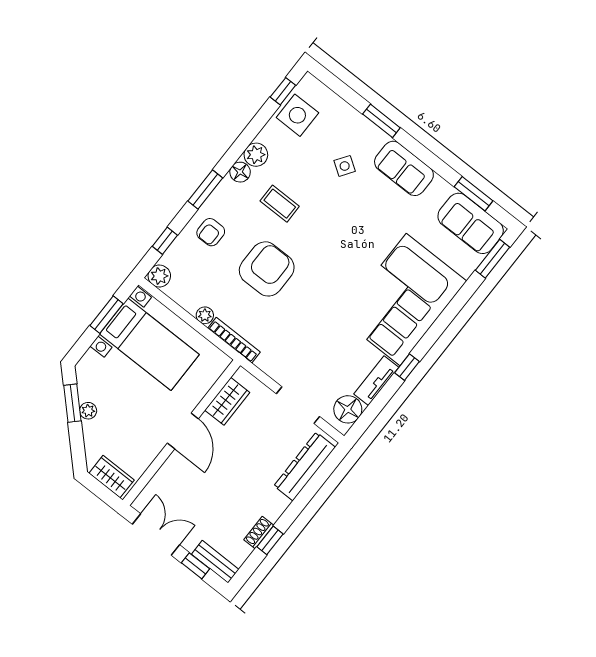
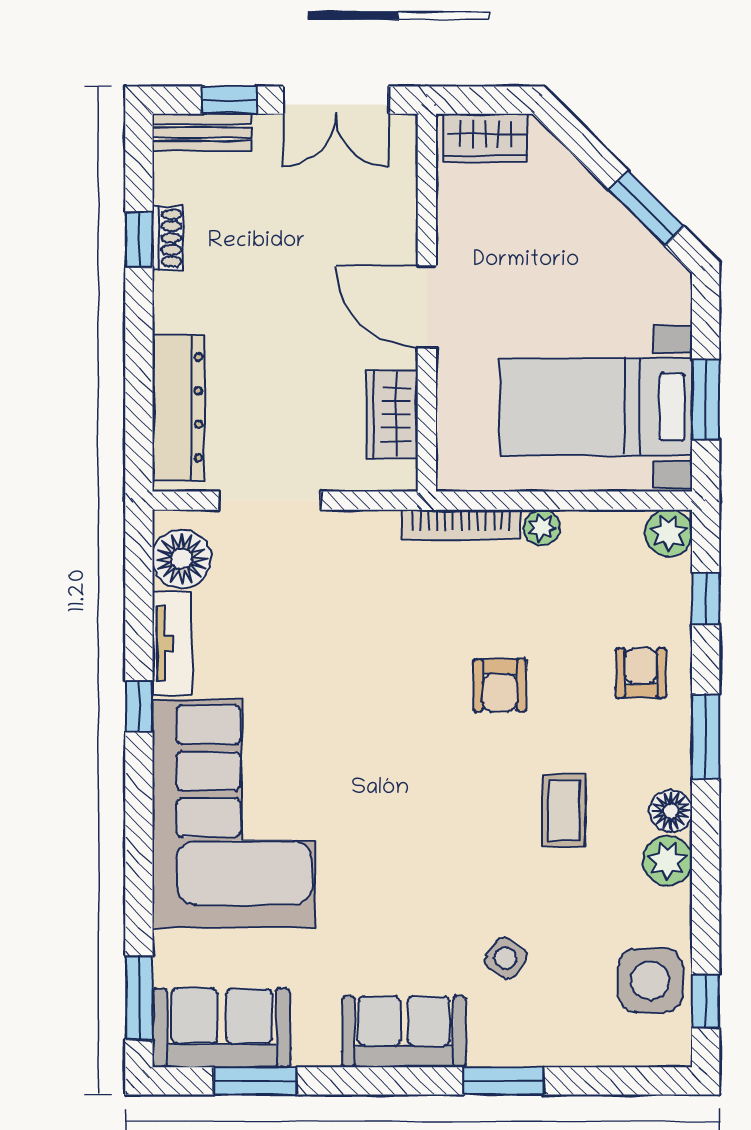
coffee table: (280, 204) -> (564, 811), turned 90
armchair: (267, 269) -> (500, 685), width x0.53, depth x0.53
plant: (88, 411) -> (610, 216), removed

